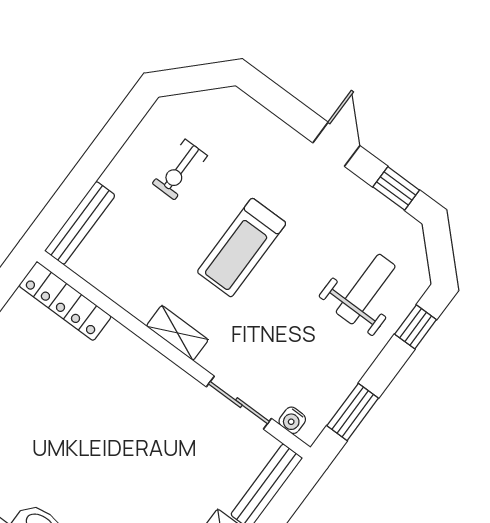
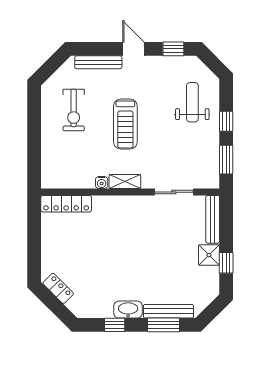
exercise bike: (180, 170) -> (74, 110), width x1.38, depth x1.39
bench: (80, 223) -> (98, 62), moved, turned 90
window: (416, 327) -> (226, 121), moved
water cooler: (292, 420) -> (102, 183), moved

